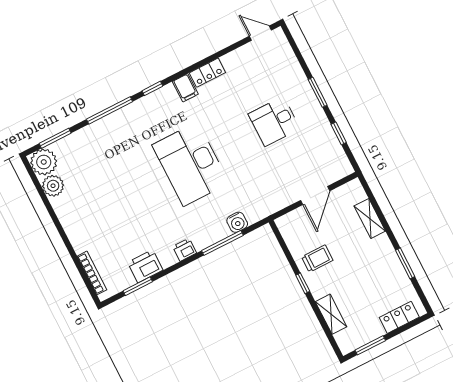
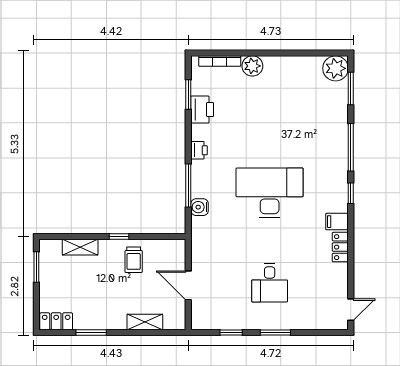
desk: (274, 121) -> (270, 283), turned 180
plant: (53, 186) -> (252, 66), moved
locker: (399, 317) -> (56, 321), moved, turned -90

